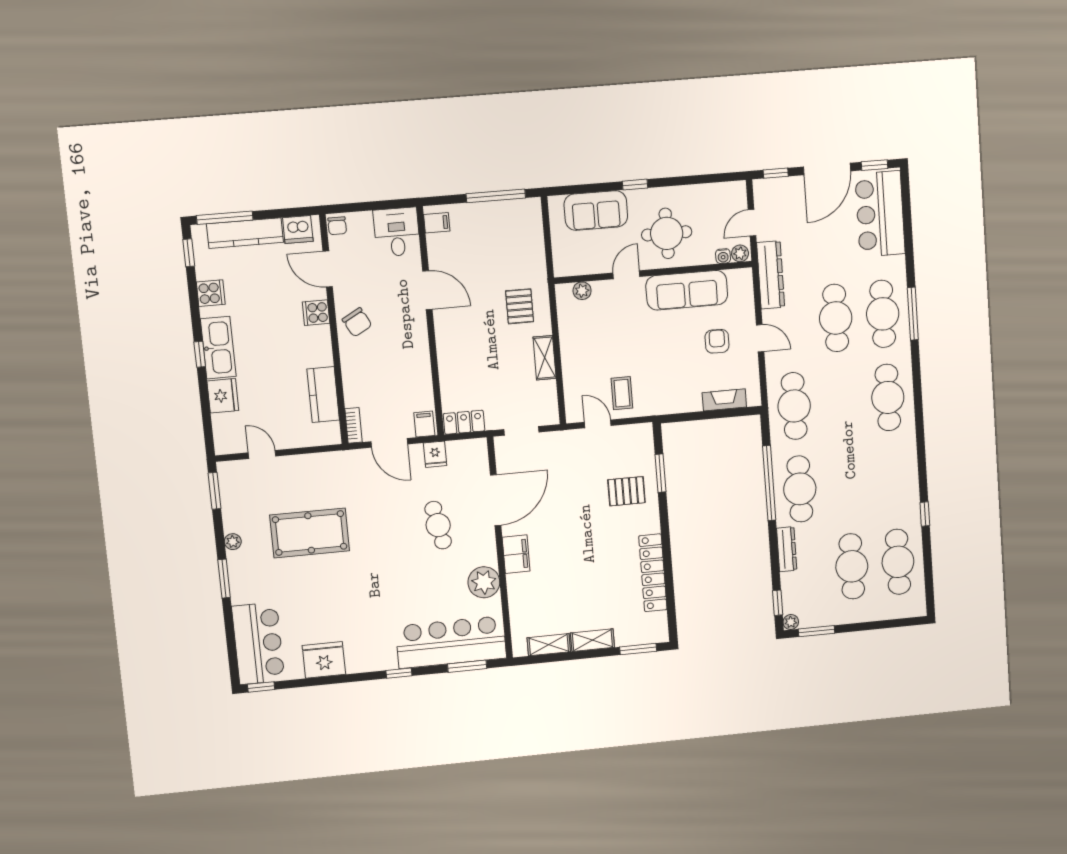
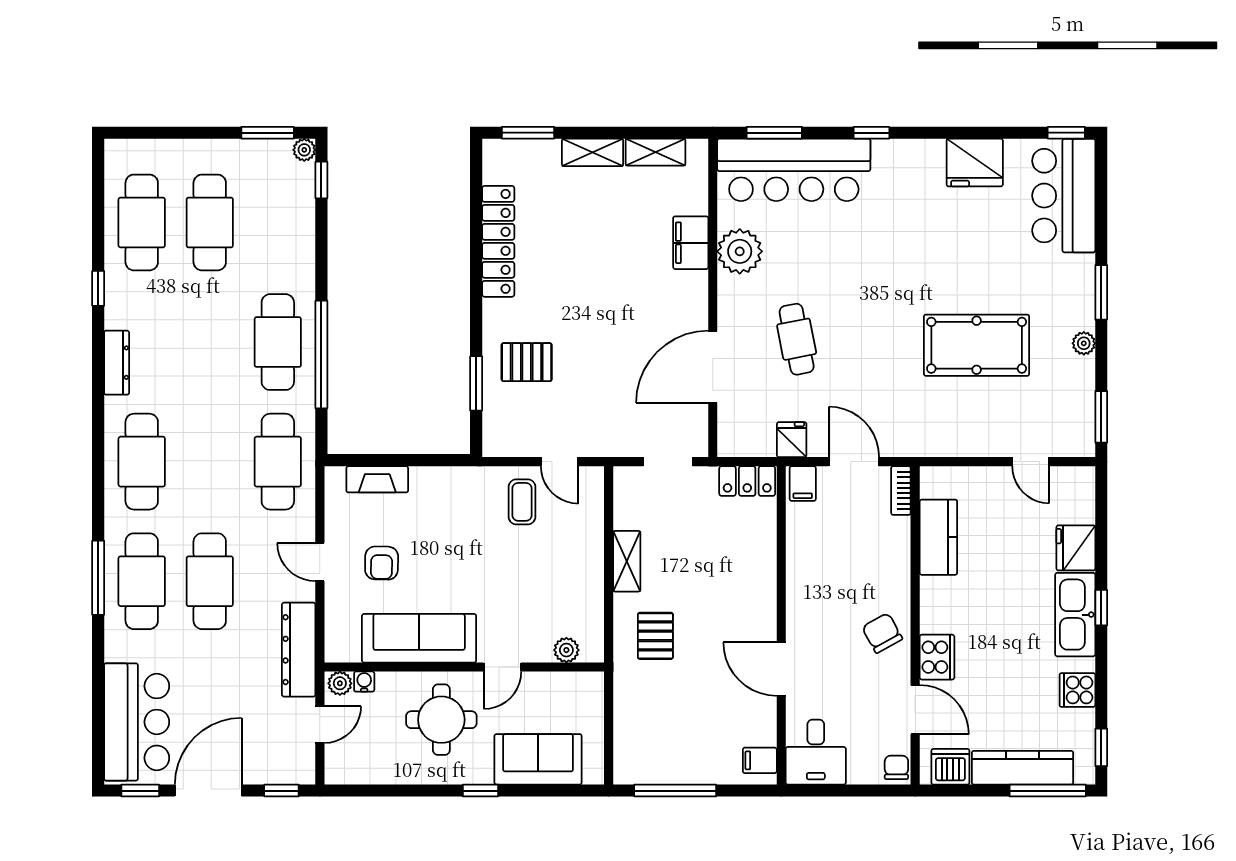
cooker: (316, 313) -> (937, 657), width x1.36
dresser: (787, 549) -> (117, 363), moved, turned 180
filing cabinet: (516, 554) -> (691, 243), moved

